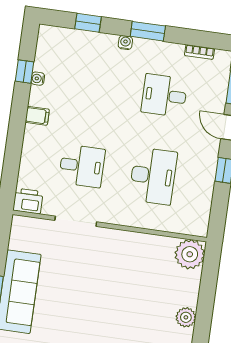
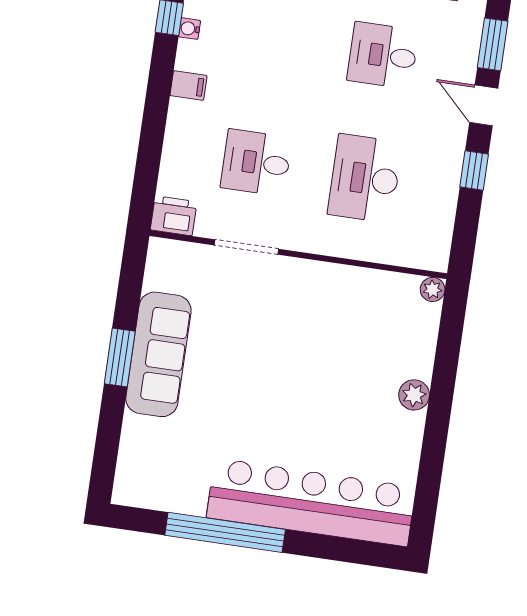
desk: (82, 166) -> (256, 163), turned 180
desk: (153, 176) -> (365, 178), turned 180
plant: (190, 254) -> (433, 289), width x0.53, depth x0.53

